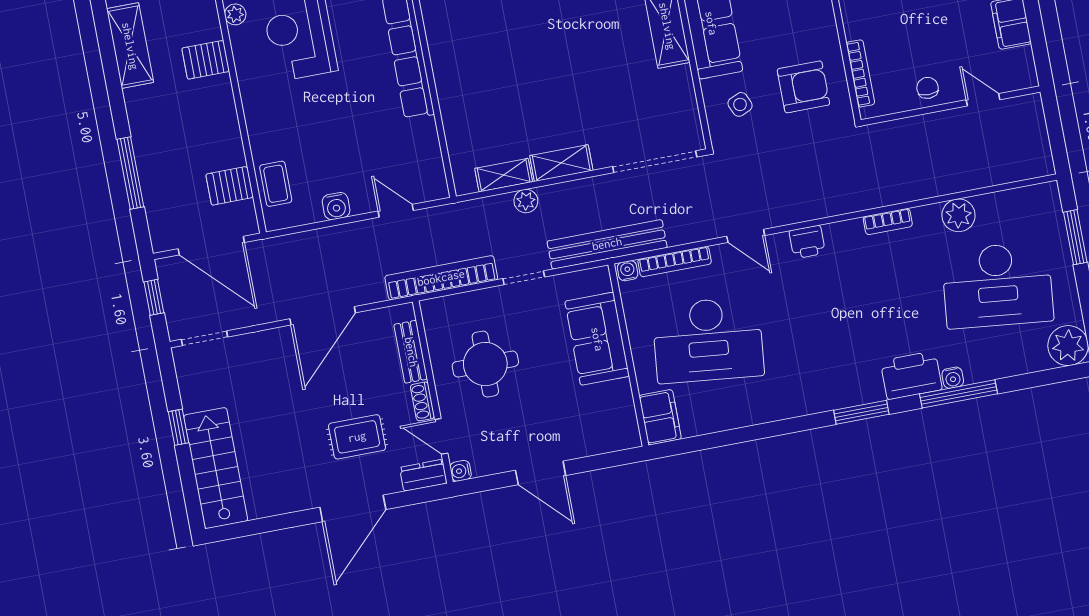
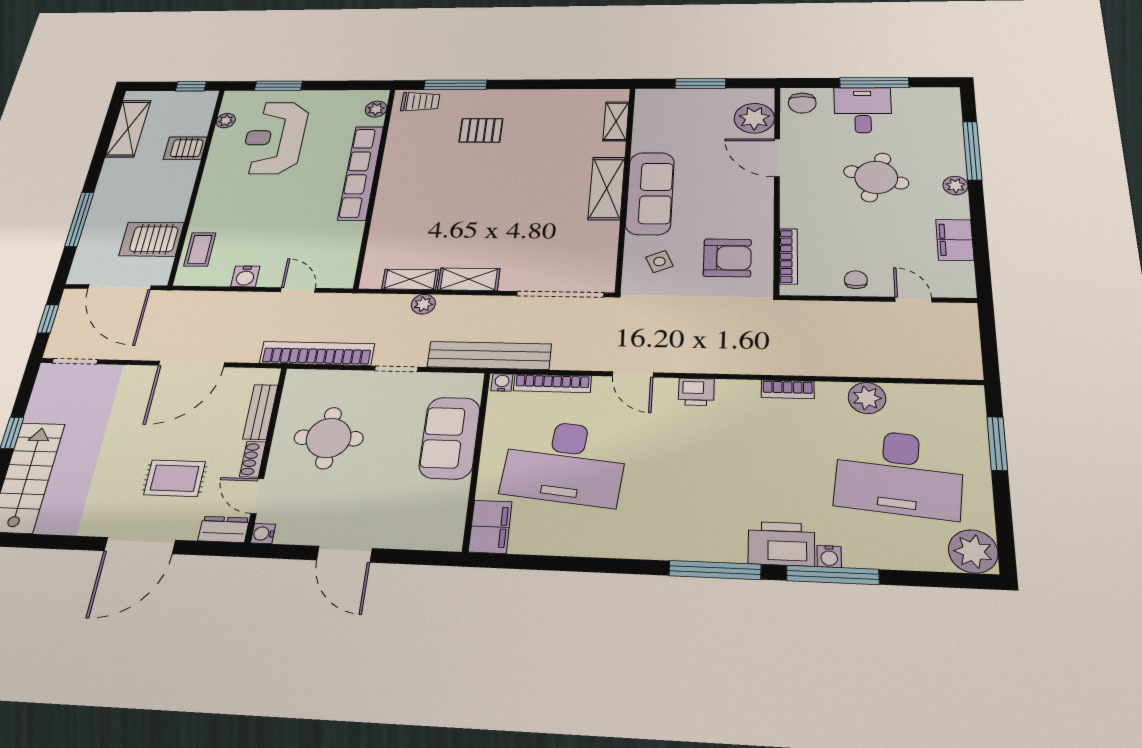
server rack: (230, 186) -> (152, 239), width x1.36, depth x1.44
window: (861, 412) -> (715, 570), width x1.44

